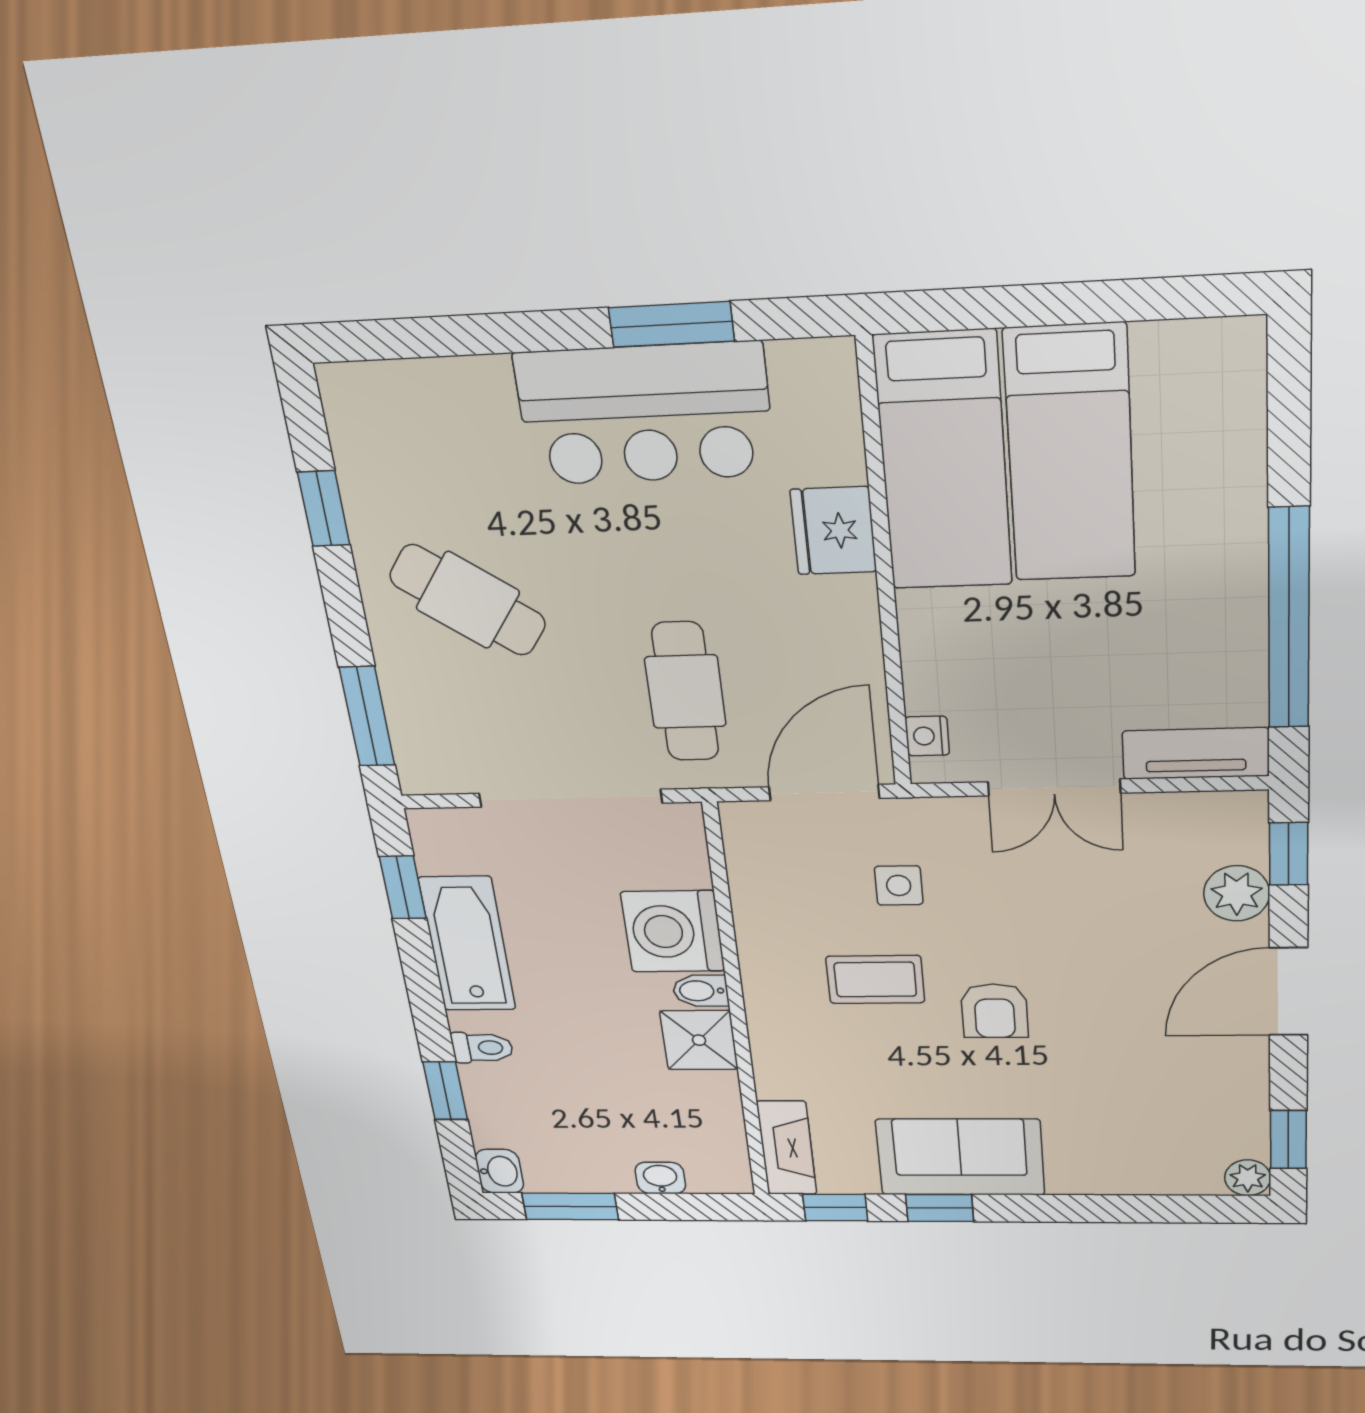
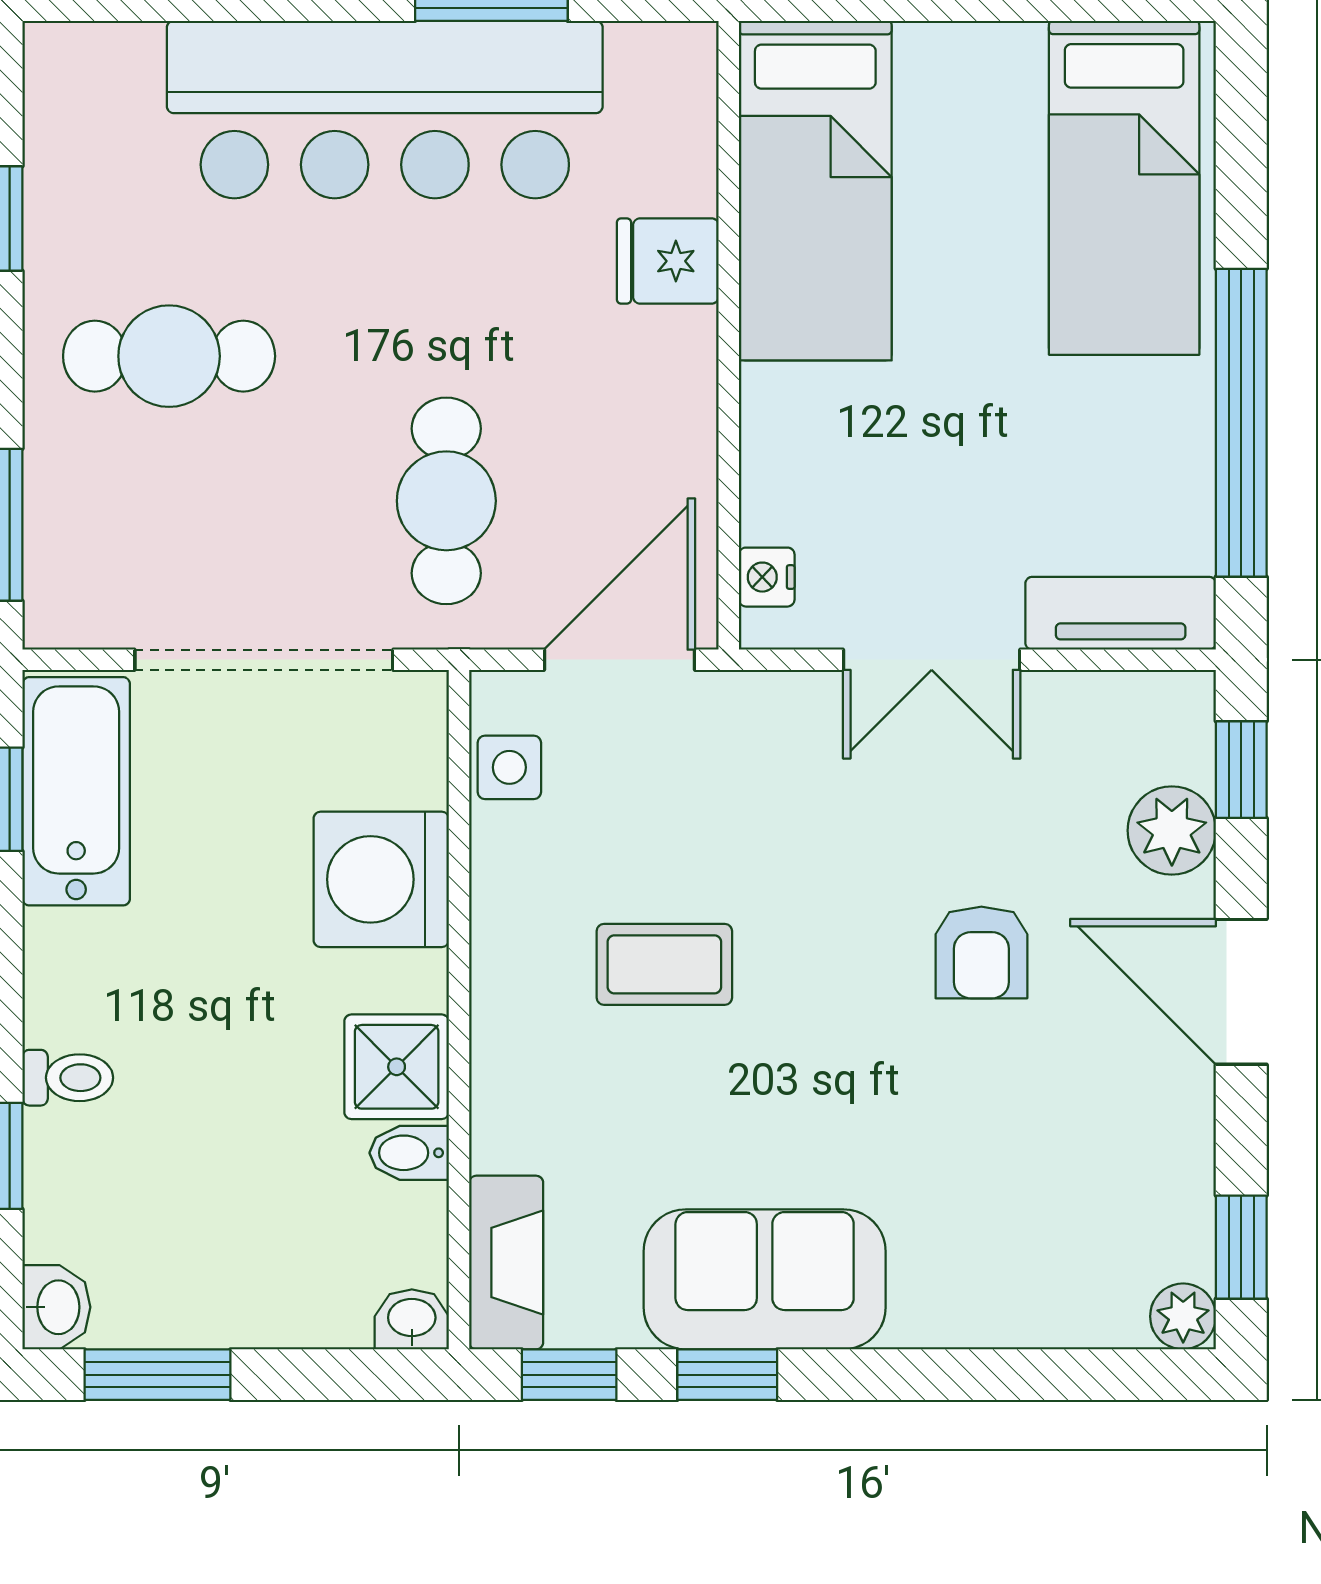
bar counter: (645, 414) -> (385, 110), width x1.36
bed: (1070, 454) -> (1124, 188), moved
fridge: (833, 531) -> (668, 261), width x0.72
cafe table: (468, 600) -> (169, 356), turned -35
side table: (899, 885) -> (509, 767), moved
bathtub: (467, 944) -> (76, 791), moved
bidet: (701, 991) -> (409, 1153), moved
door: (1288, 992) -> (1241, 992), hinge flipped
armchair: (994, 1011) -> (981, 952), moved
washbasin: (660, 1178) -> (412, 1319), moved

